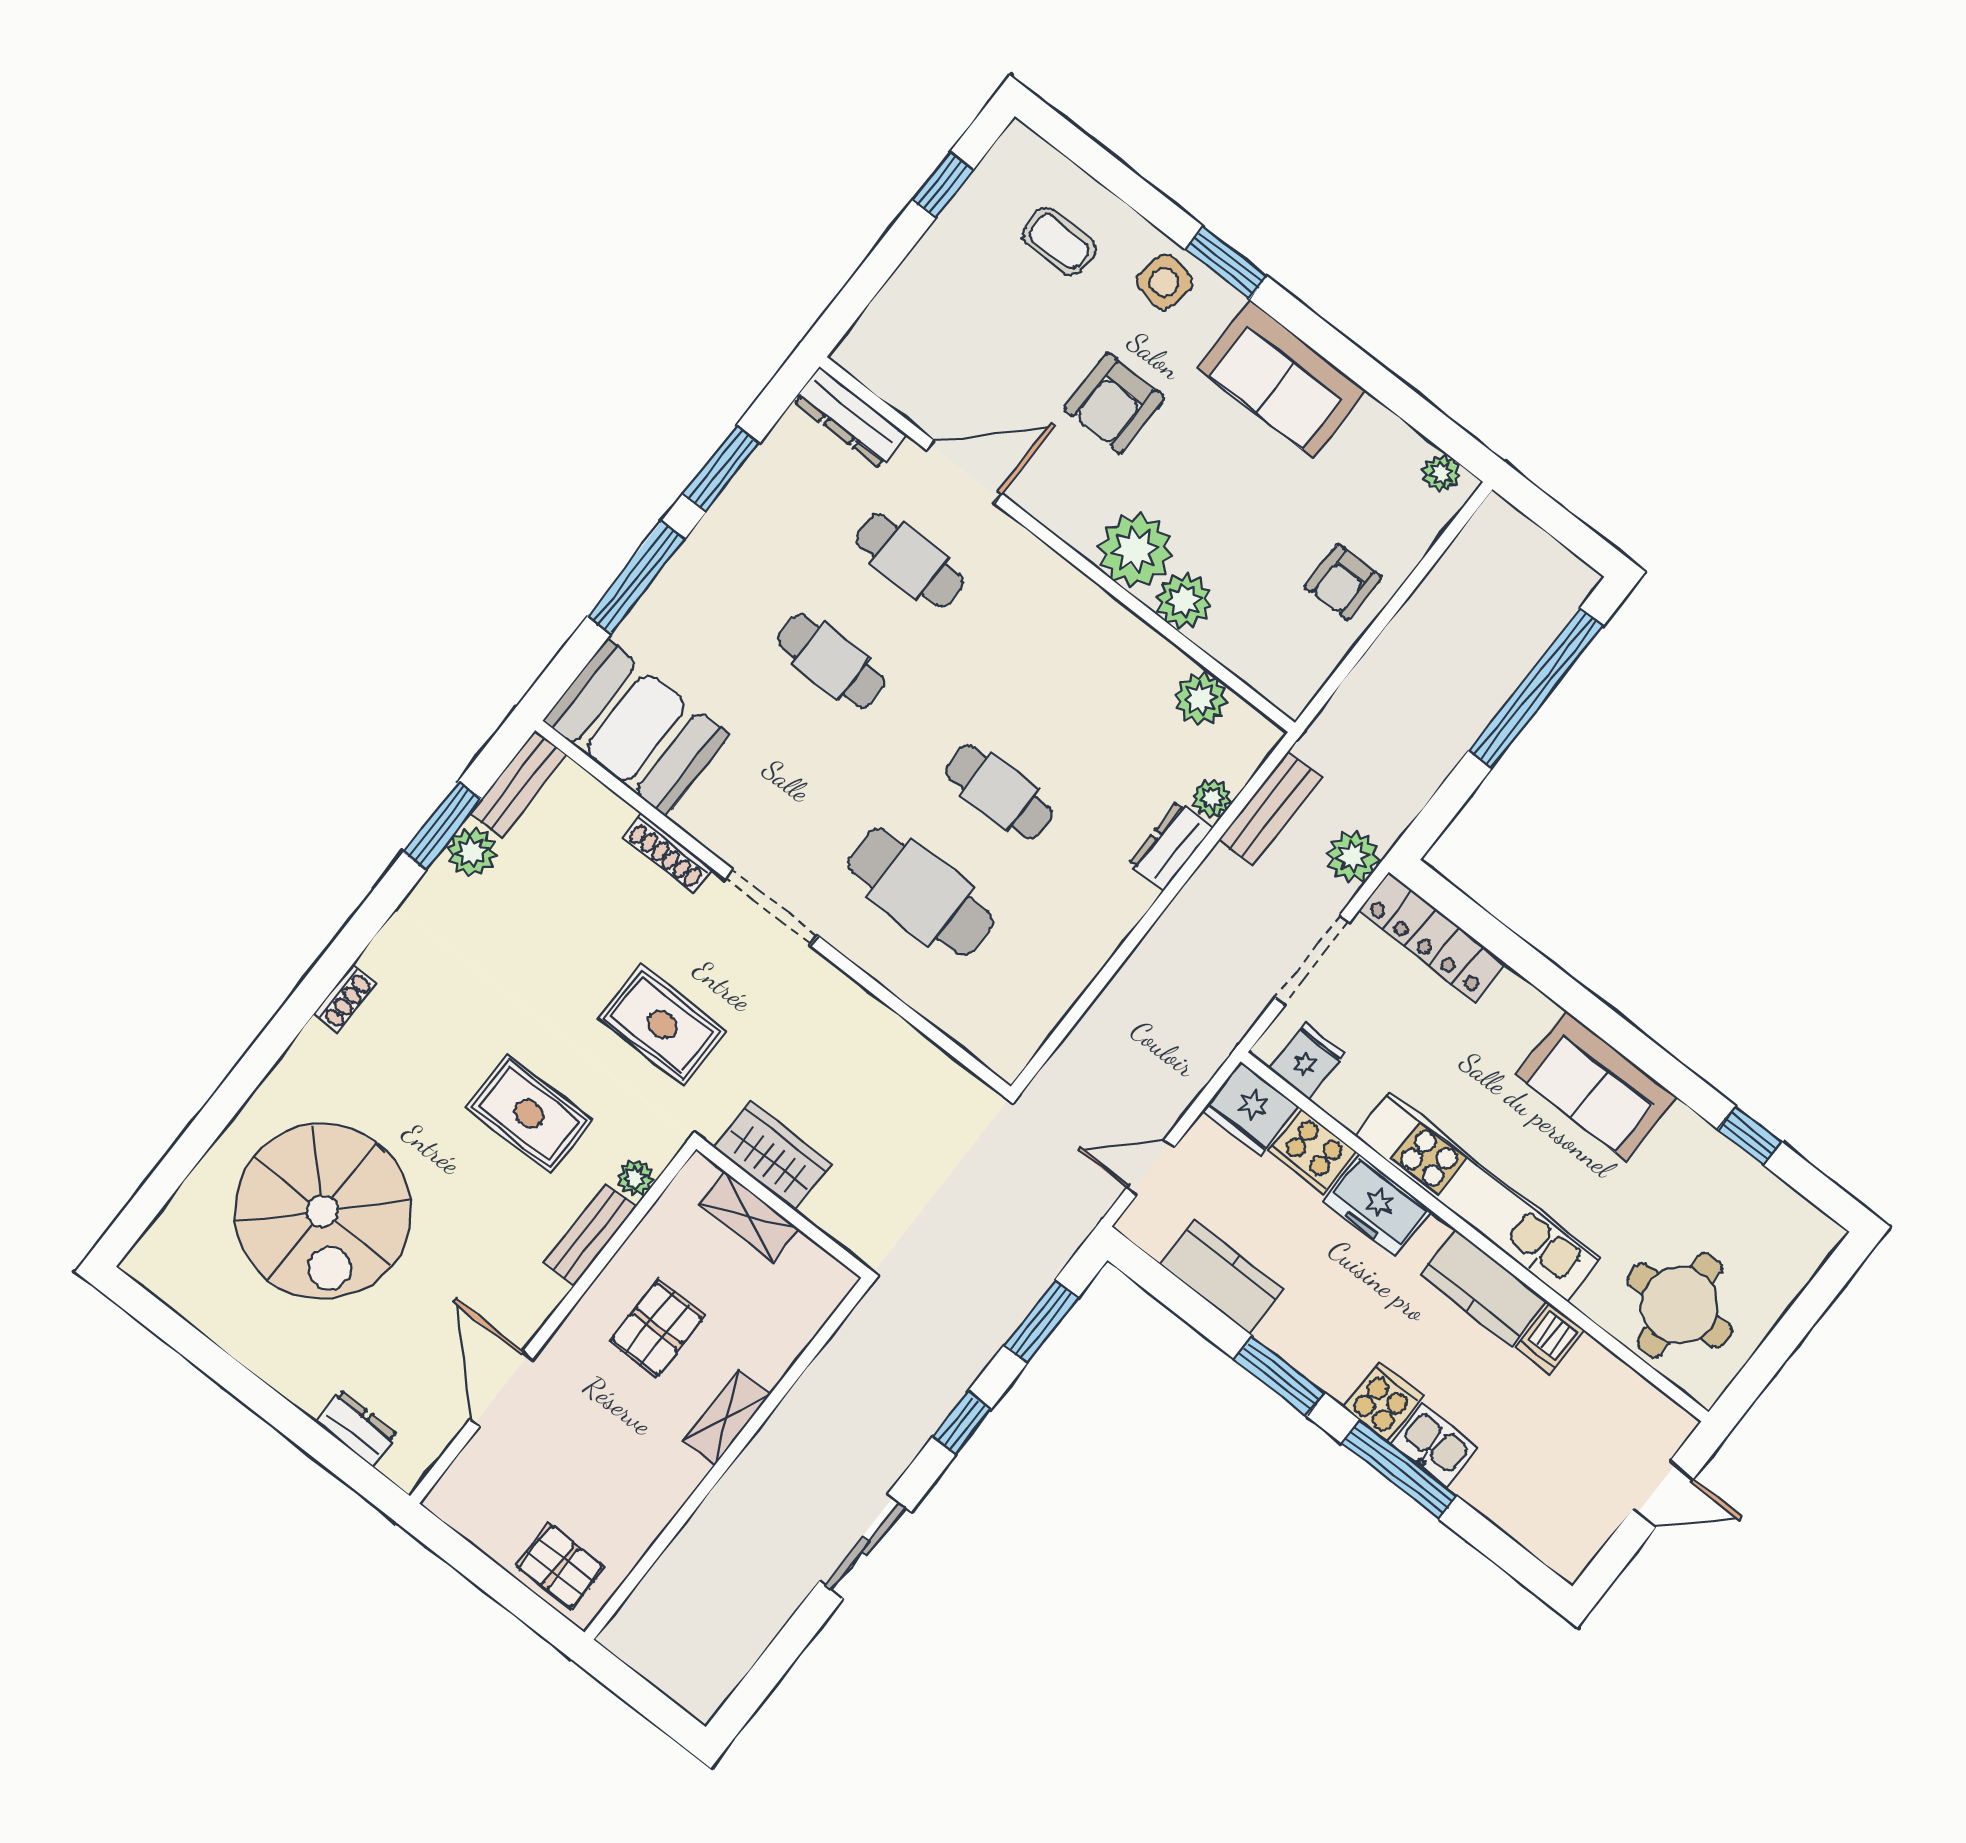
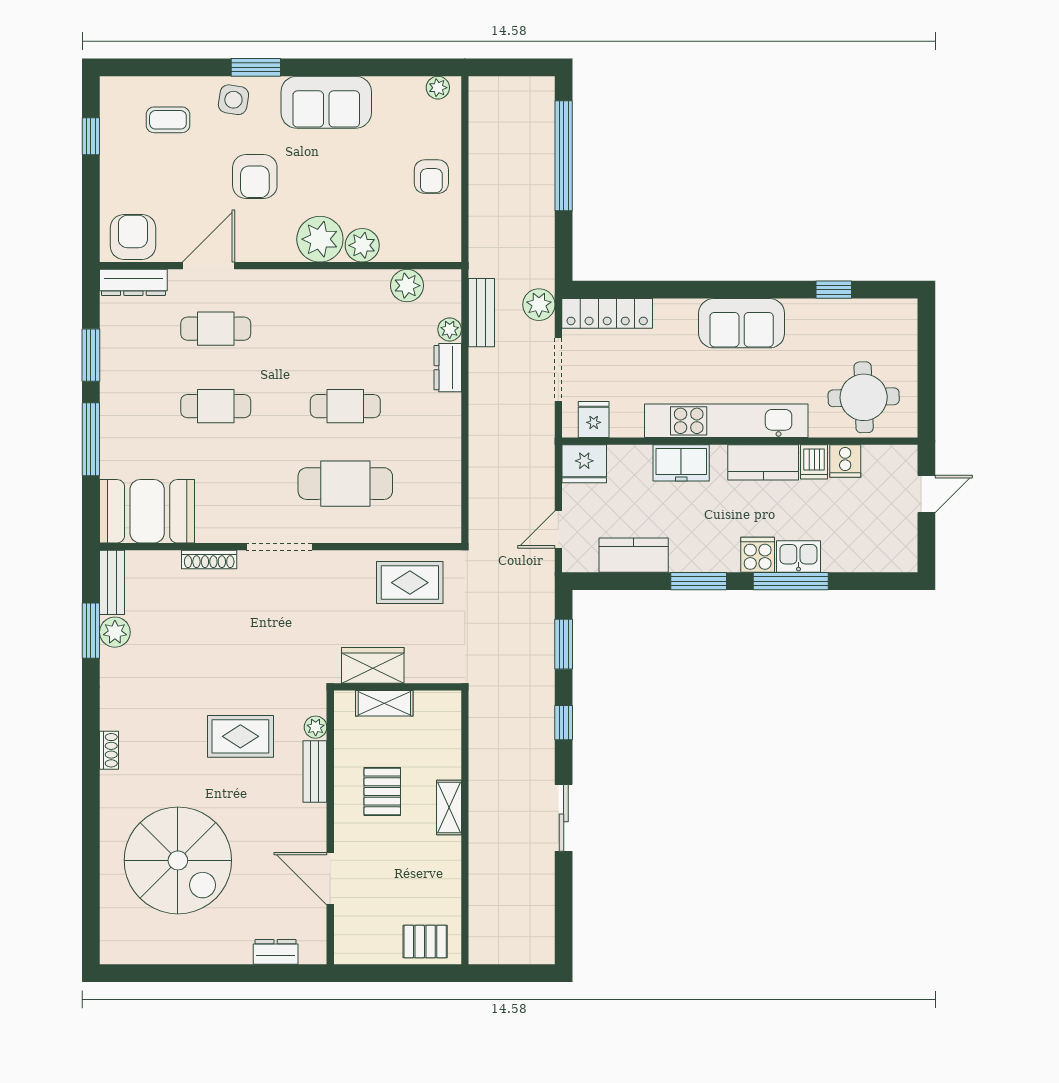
armchair: (895, 358) -> (133, 237), added
rug: (662, 1025) -> (410, 583), moved
cooker: (1312, 1151) -> (845, 461), moved, width x0.73

